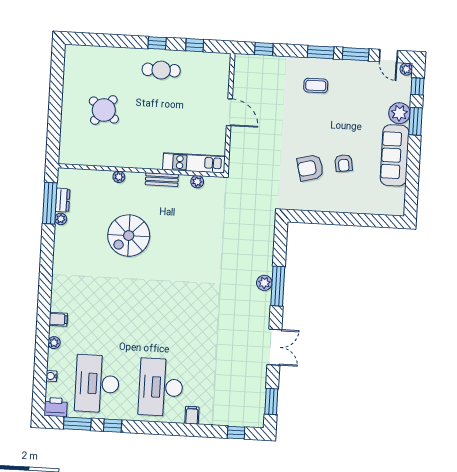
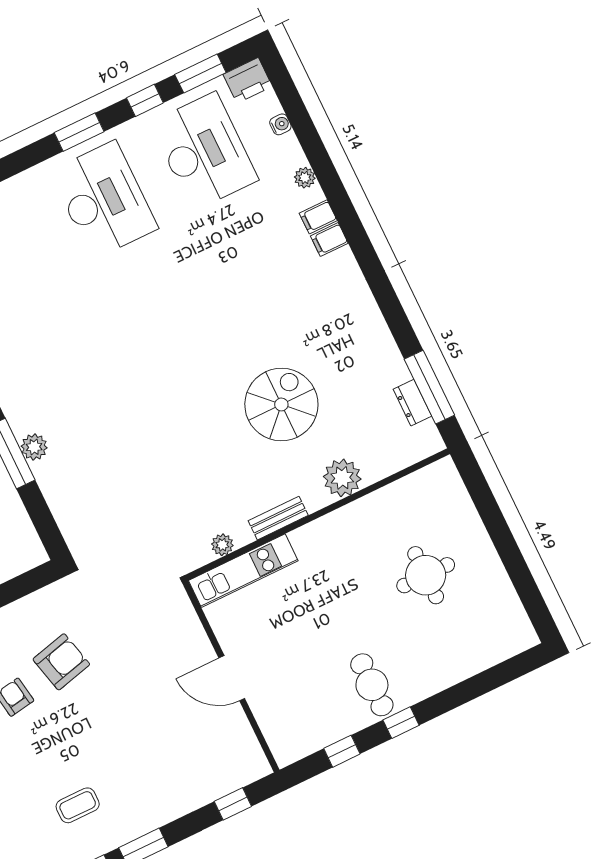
cafe table: (161, 70) -> (372, 685), turned 90
coffee table: (316, 86) -> (78, 805), moved
round table: (104, 110) -> (426, 575), turned -38
plant: (119, 177) -> (342, 478), width x1.87, depth x1.87
plant: (61, 219) -> (399, 372), removed
filing cabinet: (192, 415) -> (329, 240), moved, turned 90
window: (154, 428) -> (79, 132), added

